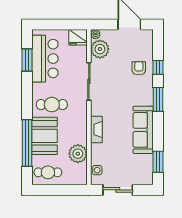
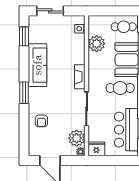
window: (158, 67) -> (24, 122), removed
fireplace: (96, 130) -> (80, 77), moved
sliding door: (118, 190) -> (50, 11), moved

